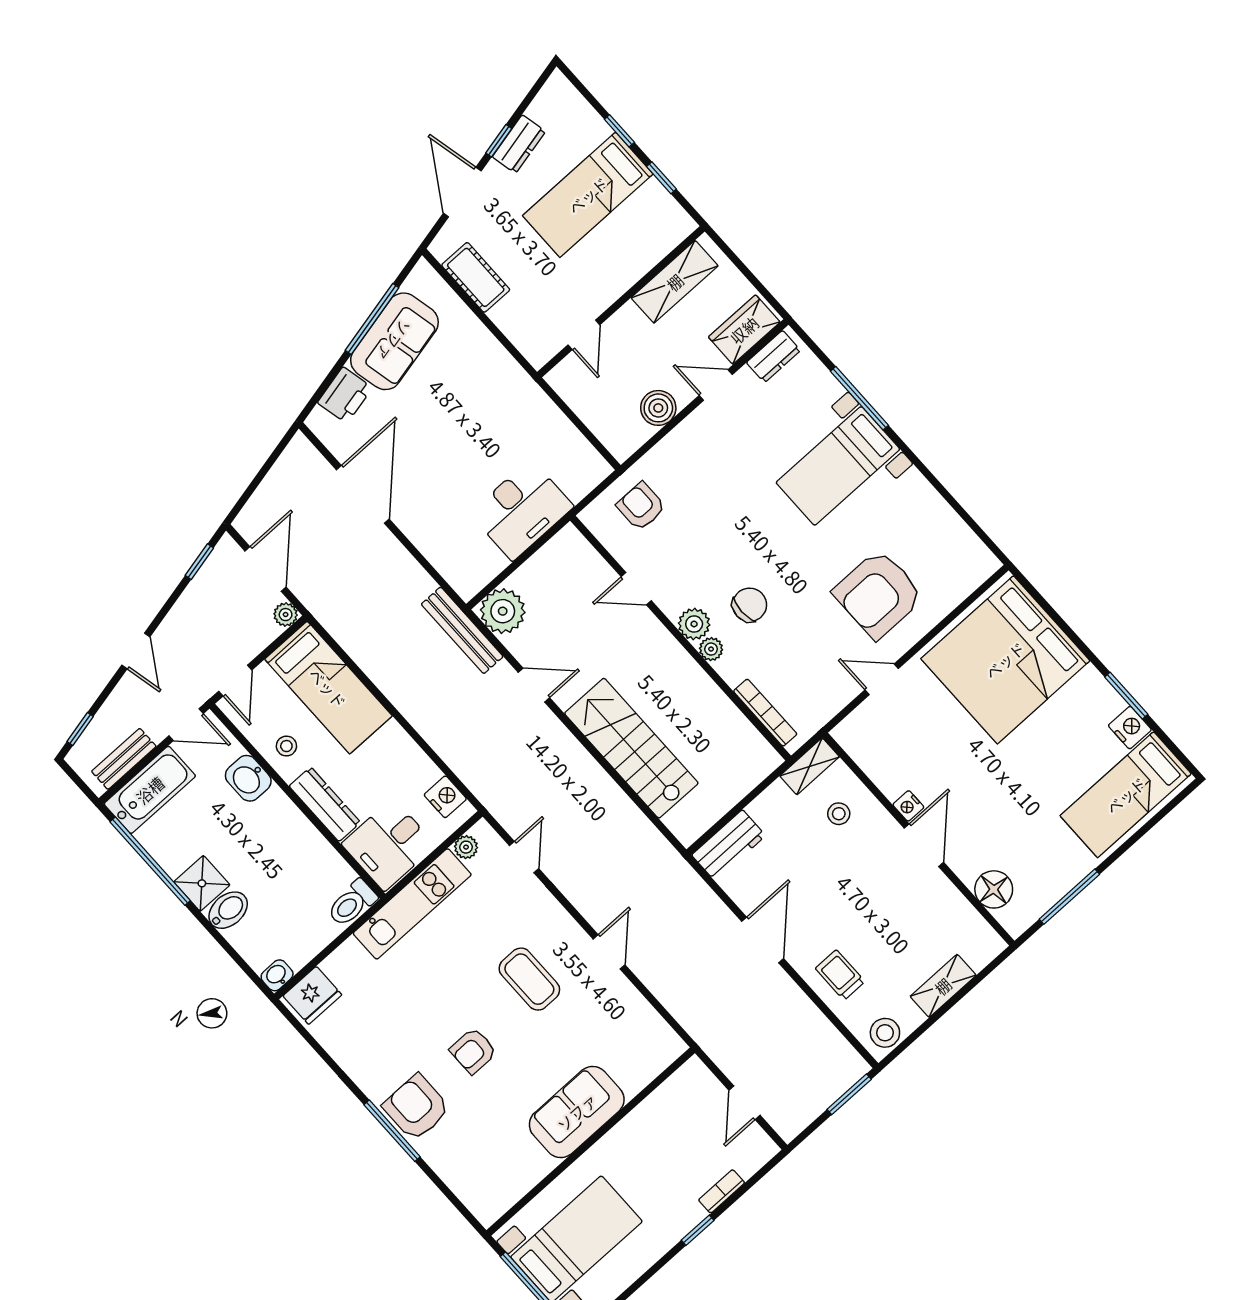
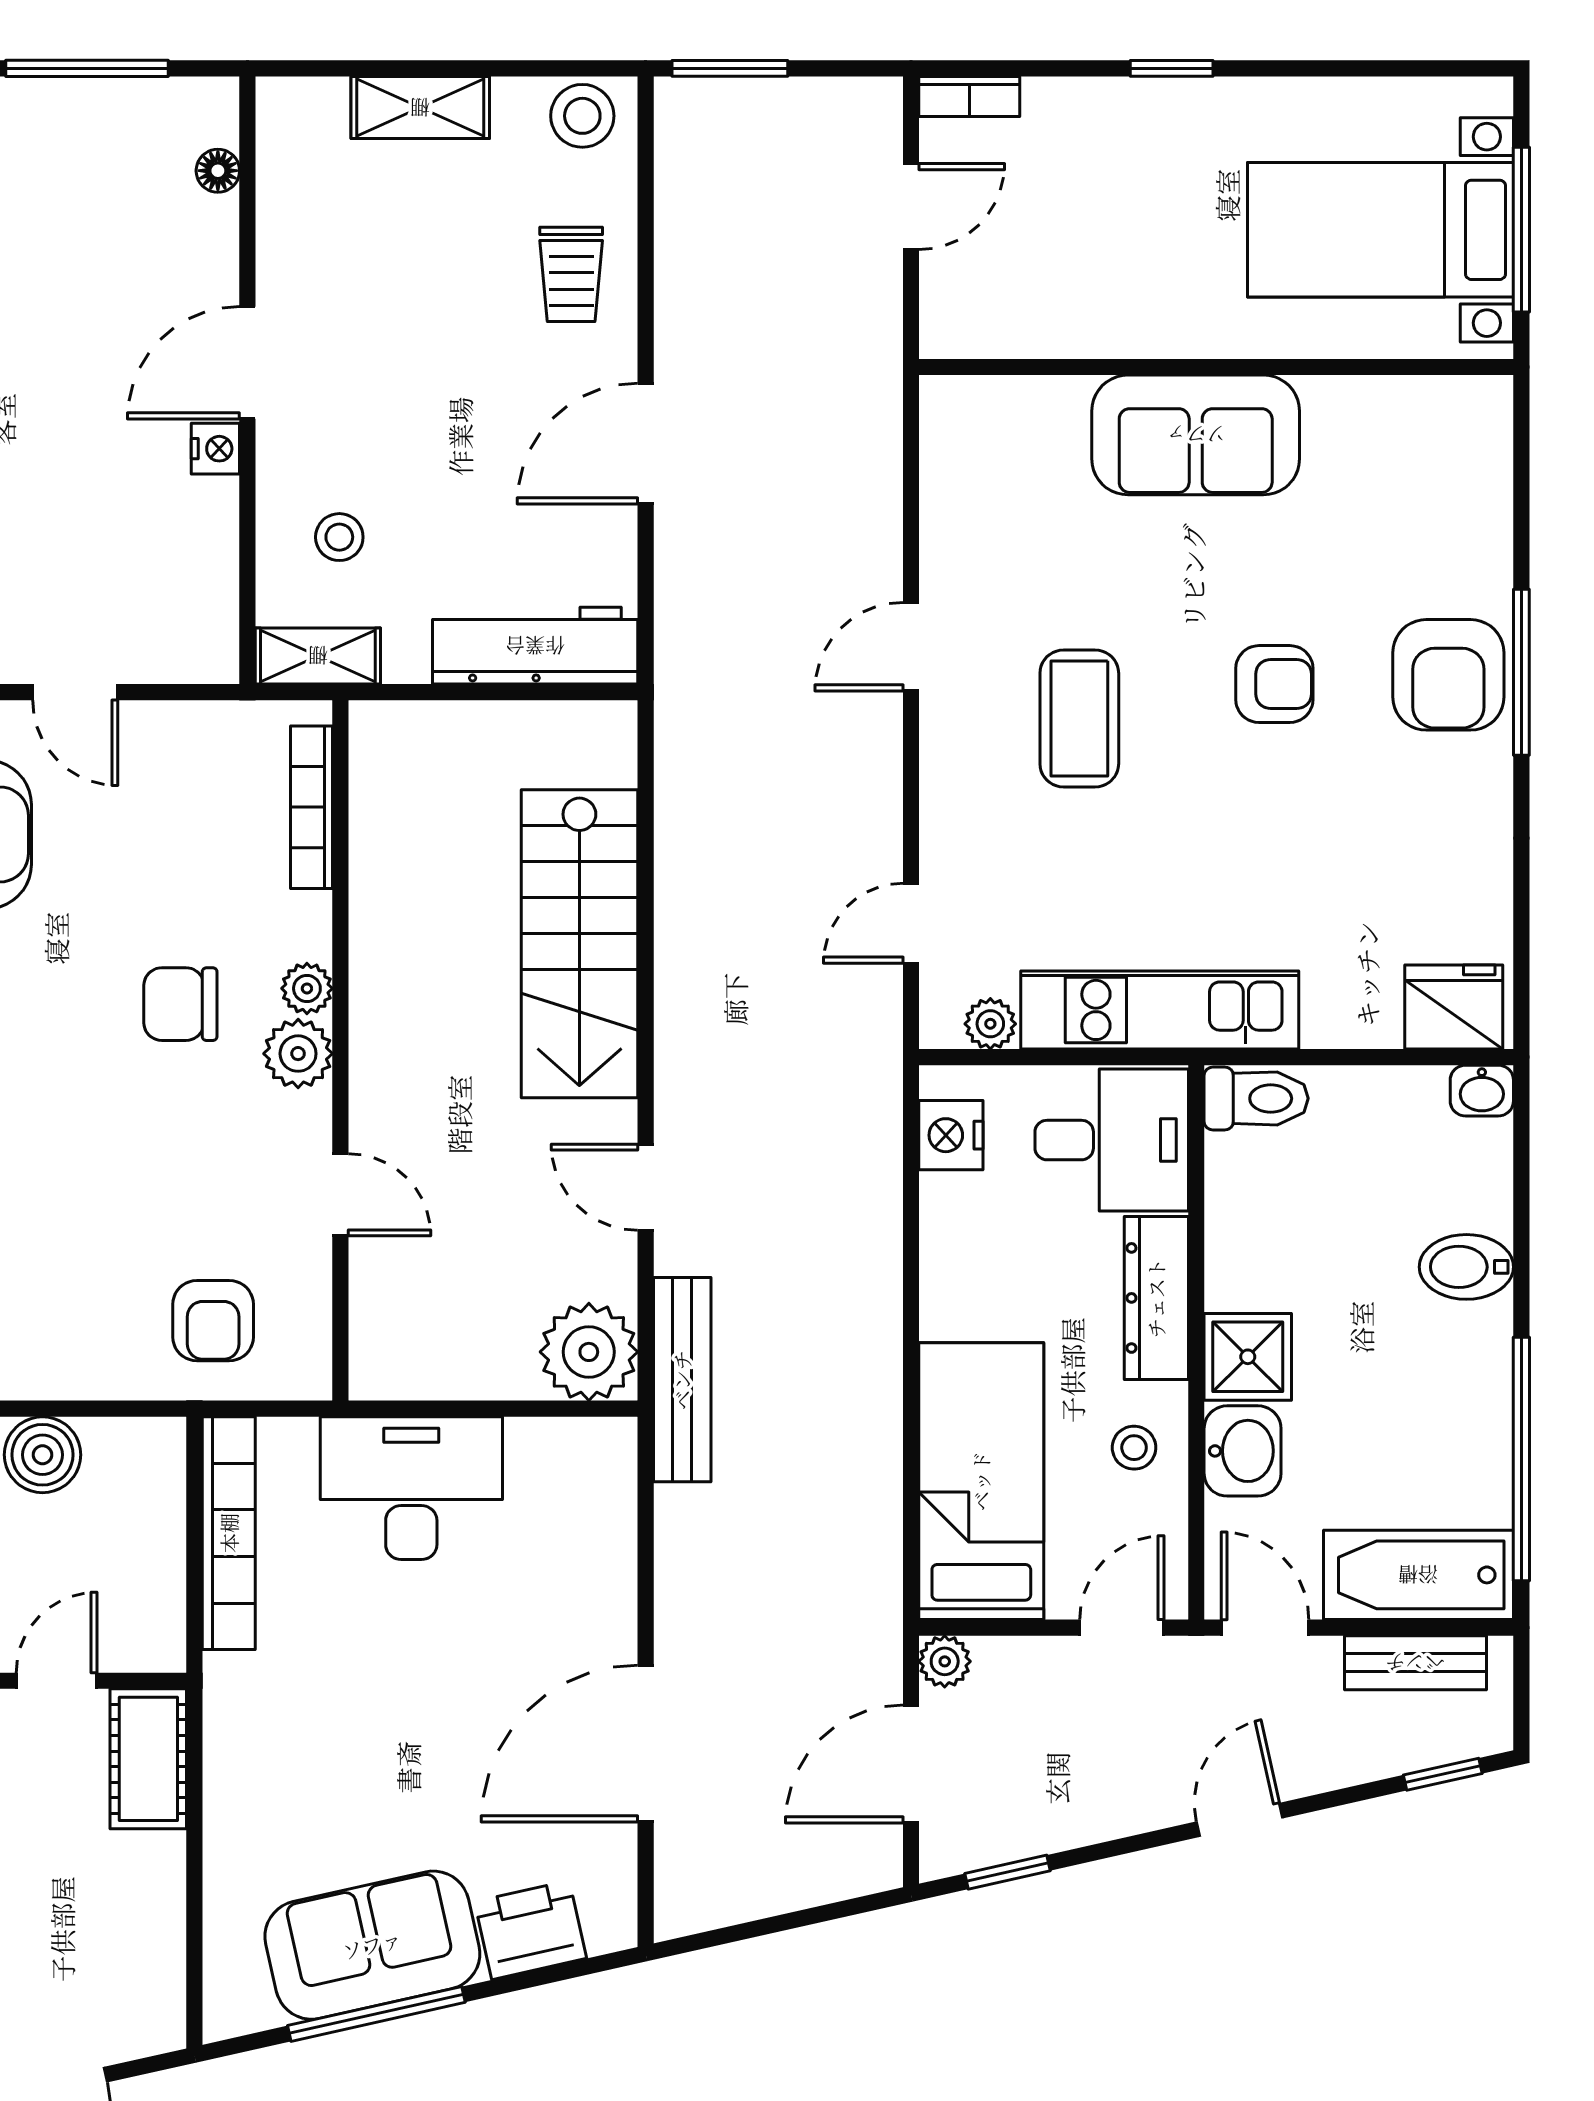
cot: (476, 277) -> (148, 1759), moved
bookcase: (570, 438) -> (229, 1533), added
workbench: (729, 845) -> (535, 646), width x1.38
shower: (202, 883) -> (1248, 1357), moved
floor lamp: (994, 889) -> (218, 171), width x0.53, depth x0.53
bookcase: (722, 1191) -> (969, 97), moved

